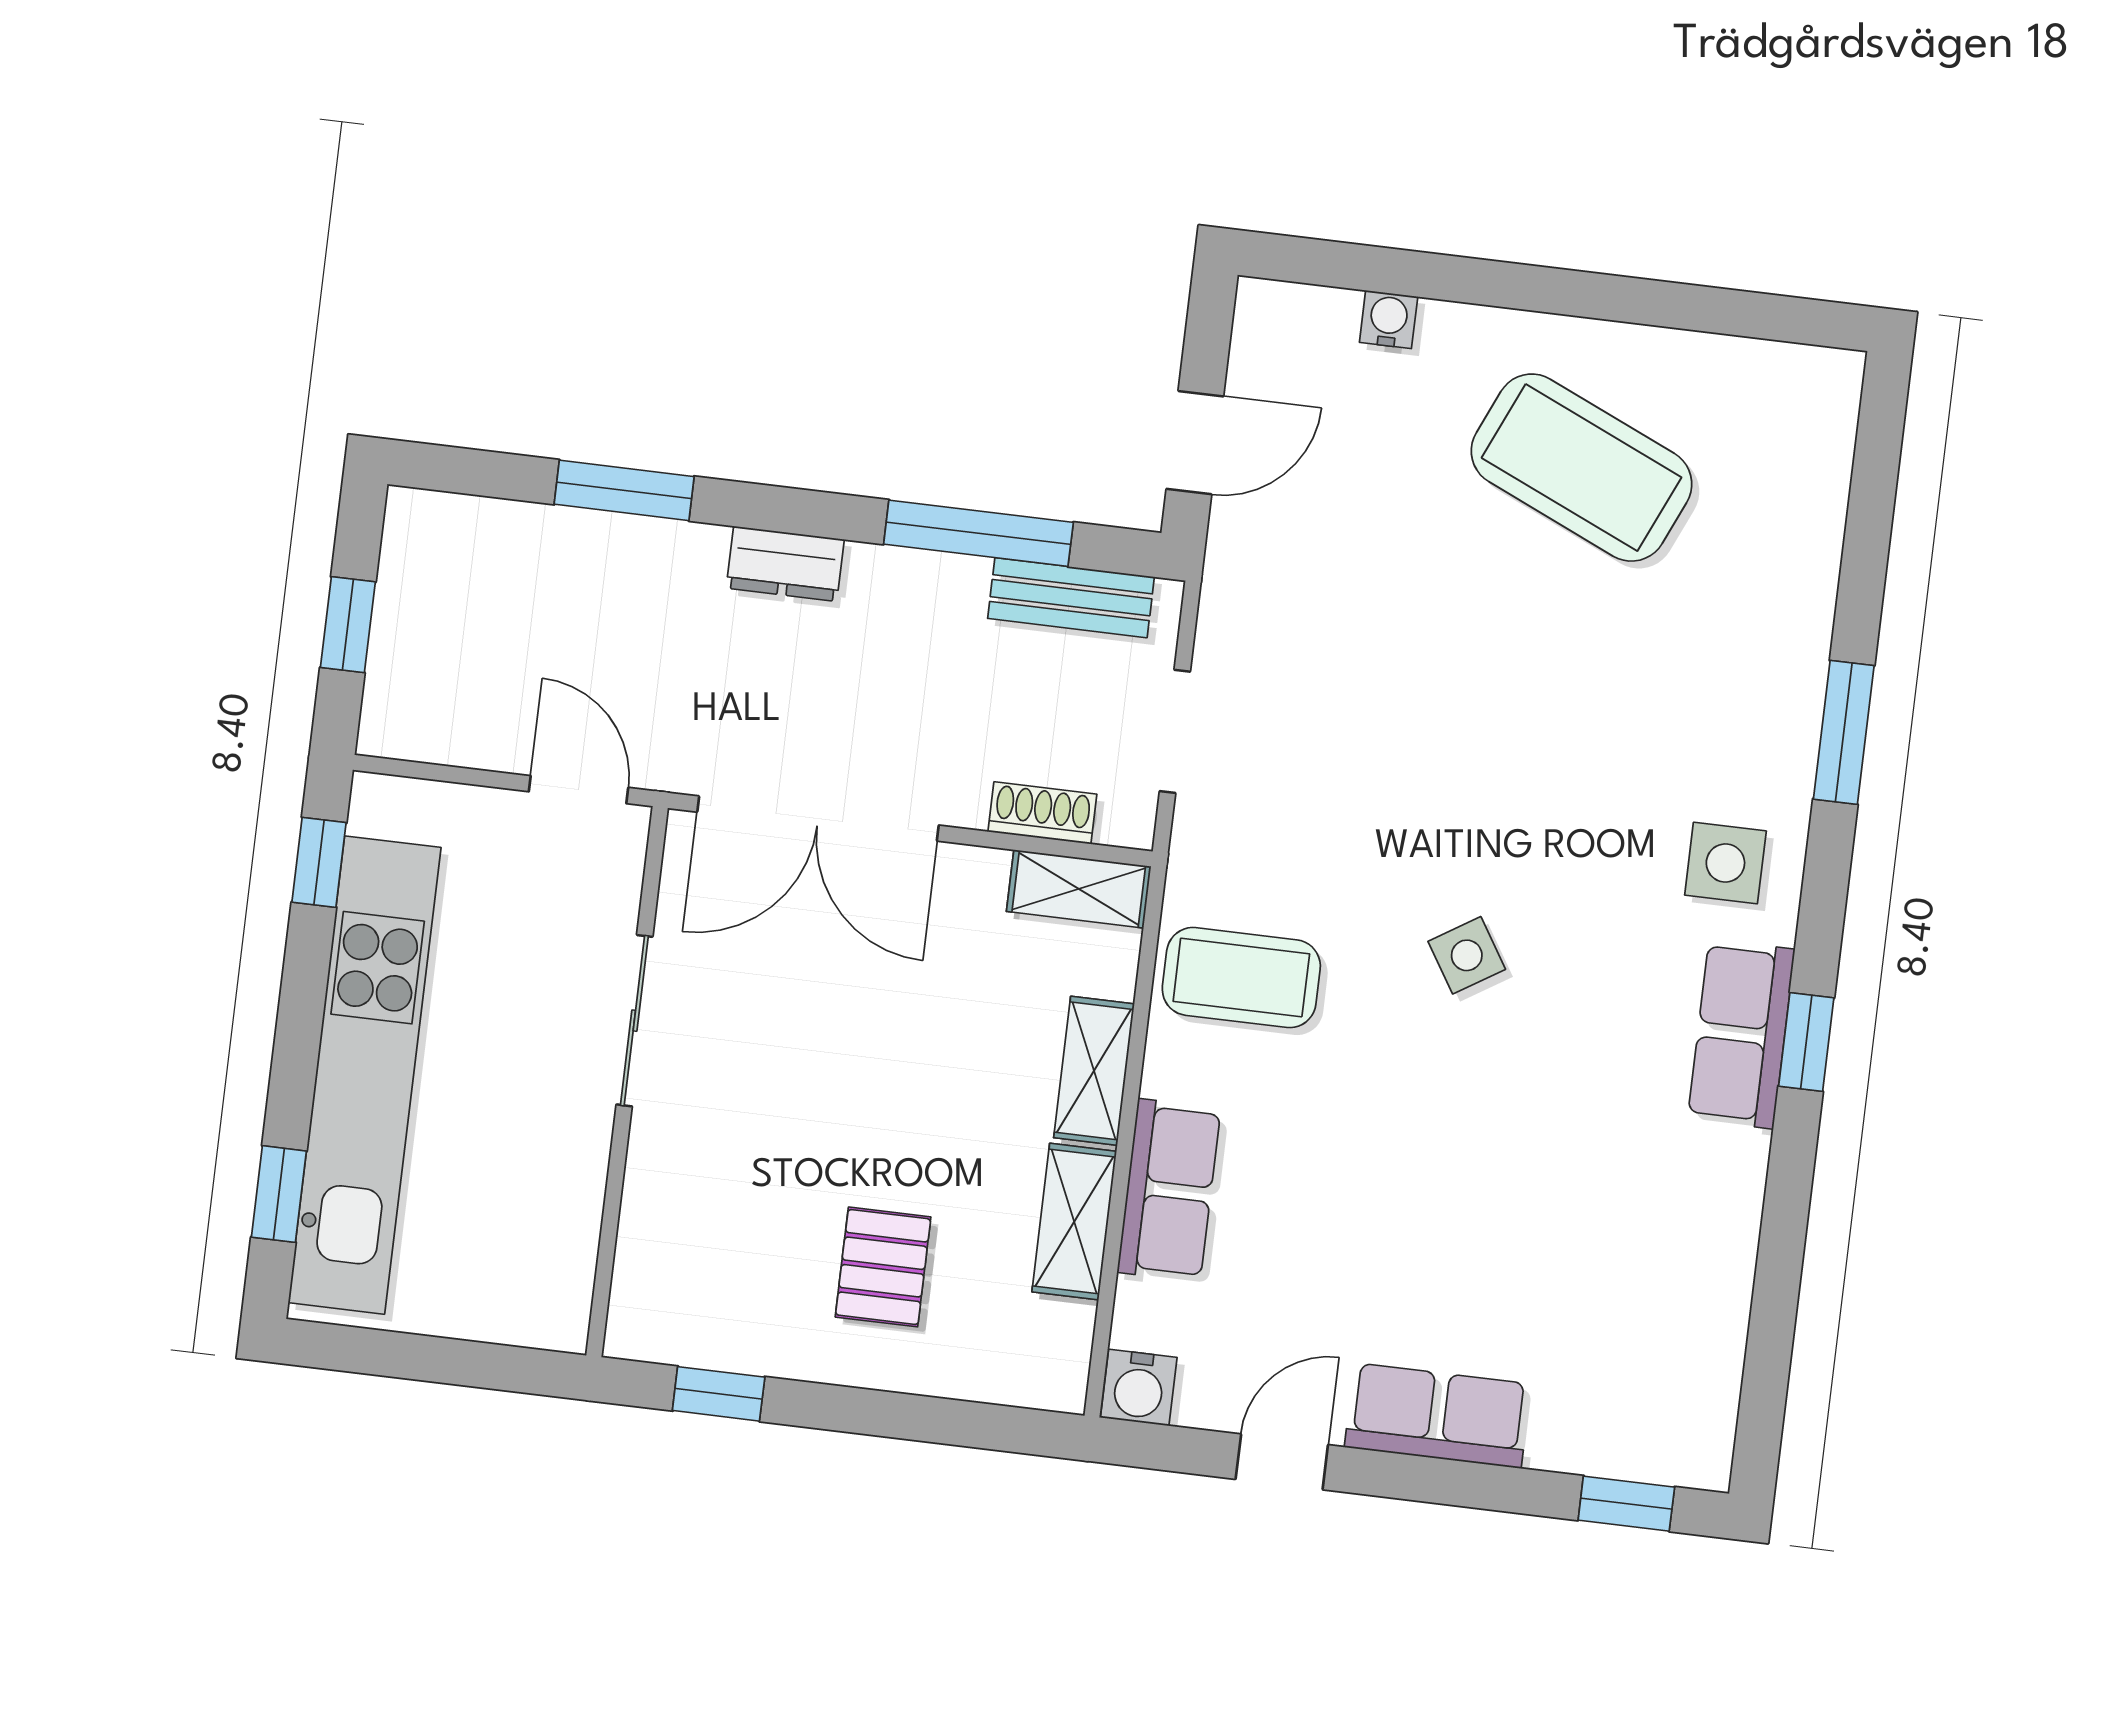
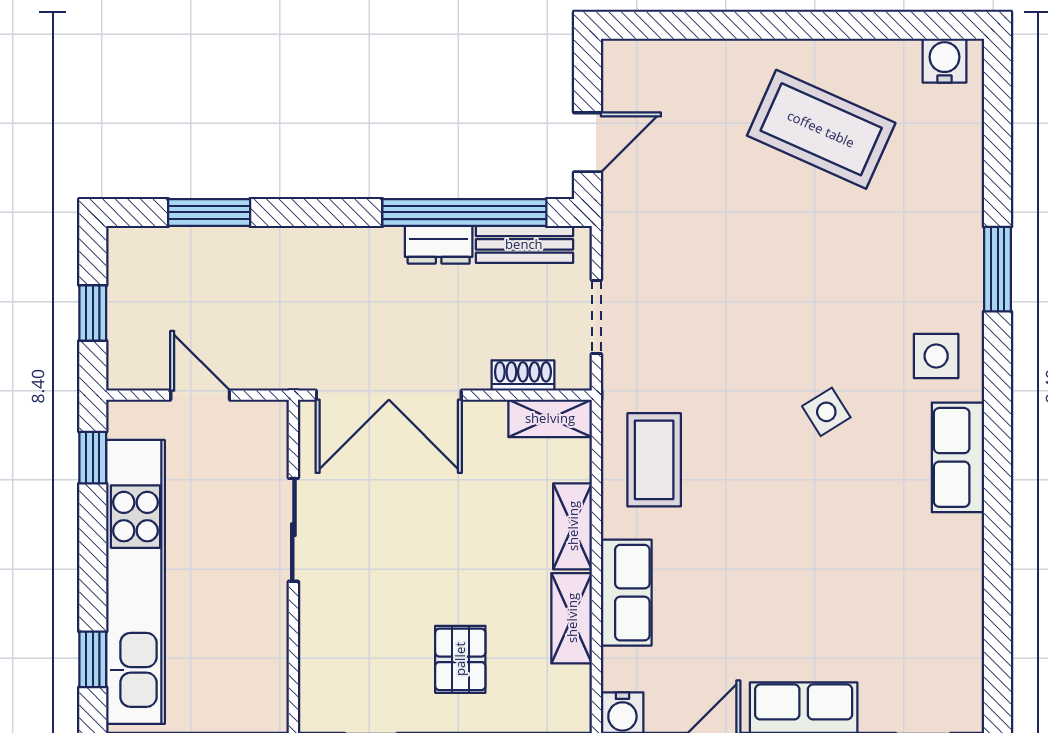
water cooler: (1389, 319) -> (944, 61), moved, width x1.38, depth x1.38
window: (624, 490) -> (209, 212), moved
window: (978, 533) -> (464, 212), width x1.46
dresser: (785, 564) -> (439, 245), moved
door: (578, 790) -> (200, 395), moved
side table: (1467, 955) -> (826, 412), moved
coffee table: (1241, 978) -> (654, 460), turned 90
window: (1806, 1042) -> (998, 457), removed

